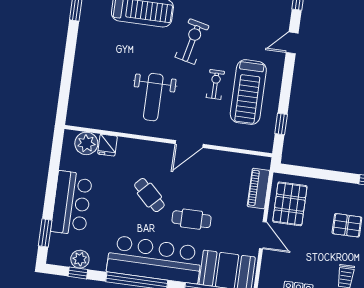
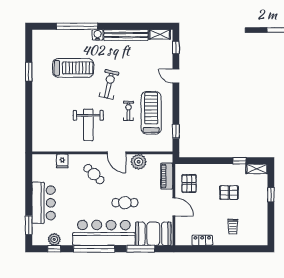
door: (292, 43) -> (176, 76), hinge flipped
treadmill: (248, 92) -> (151, 113), turned 180
plant: (86, 143) -> (139, 162), moved
door: (189, 144) -> (116, 153), hinge flipped
cafe table: (149, 195) -> (94, 174), moved
pallet: (290, 204) -> (189, 183), width x0.67, depth x0.71

